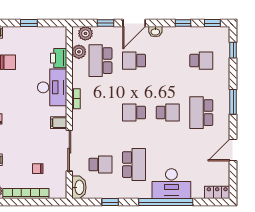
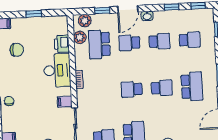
school desk: (168, 61) -> (160, 41), added
school desk: (201, 113) -> (192, 86), turned 180

